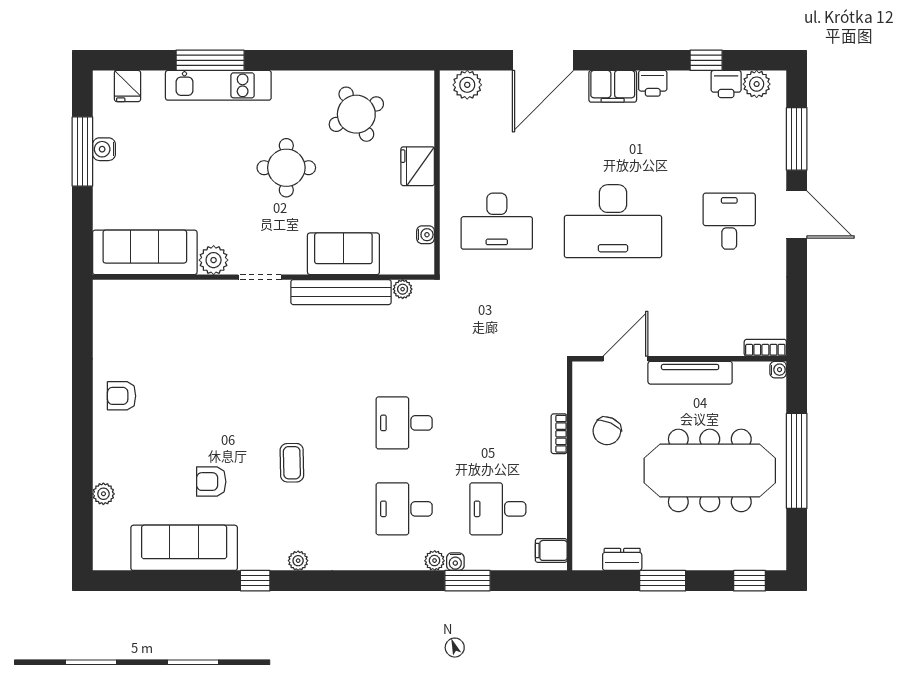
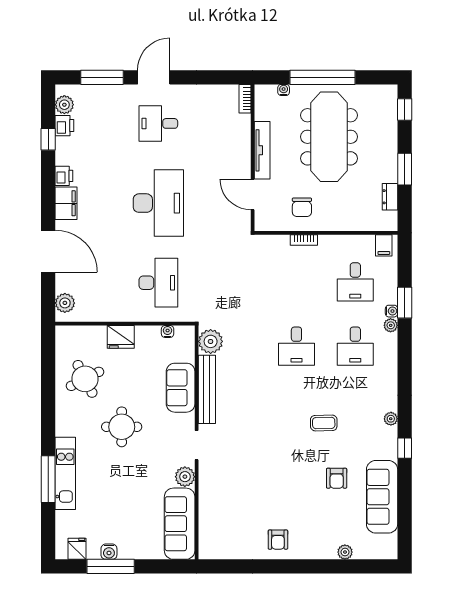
fridge: (127, 86) -> (77, 549), moved, turned -90
plant: (403, 289) -> (211, 341), width x1.87, depth x1.87
water cooler: (778, 370) -> (284, 90), moved
chair: (607, 431) -> (302, 207), turned 66

